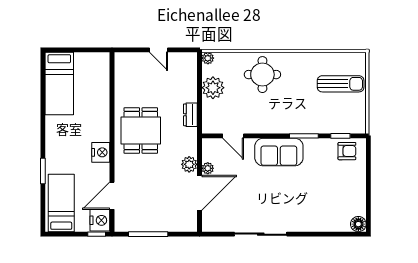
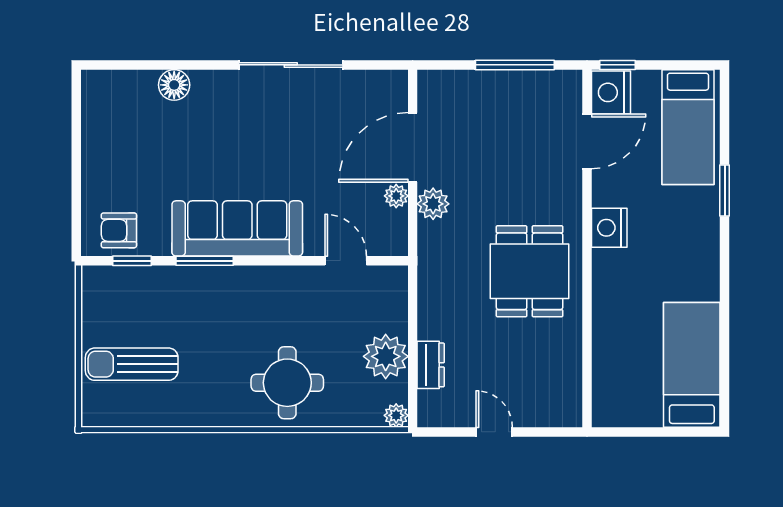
dresser: (190, 115) -> (431, 365), moved
sofa: (279, 152) -> (237, 228), width x1.36
floor lamp: (358, 224) -> (174, 85), moved

